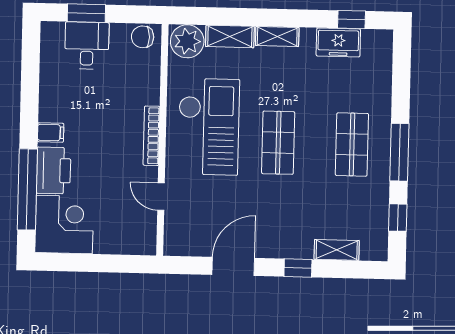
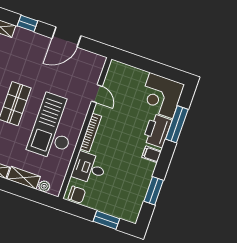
plant: (187, 41) -> (44, 186), width x0.53, depth x0.53
desk: (87, 46) -> (89, 168), moved, turned 90
window: (30, 79) -> (154, 191), added
window: (27, 189) -> (177, 124), width x0.68

